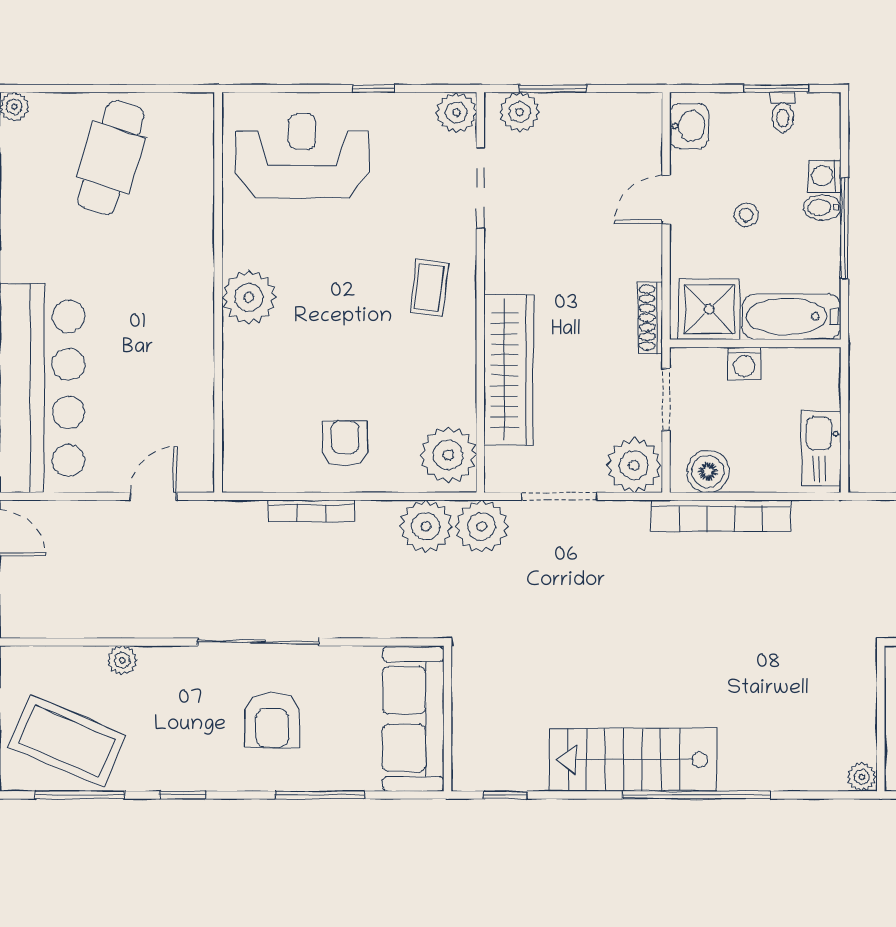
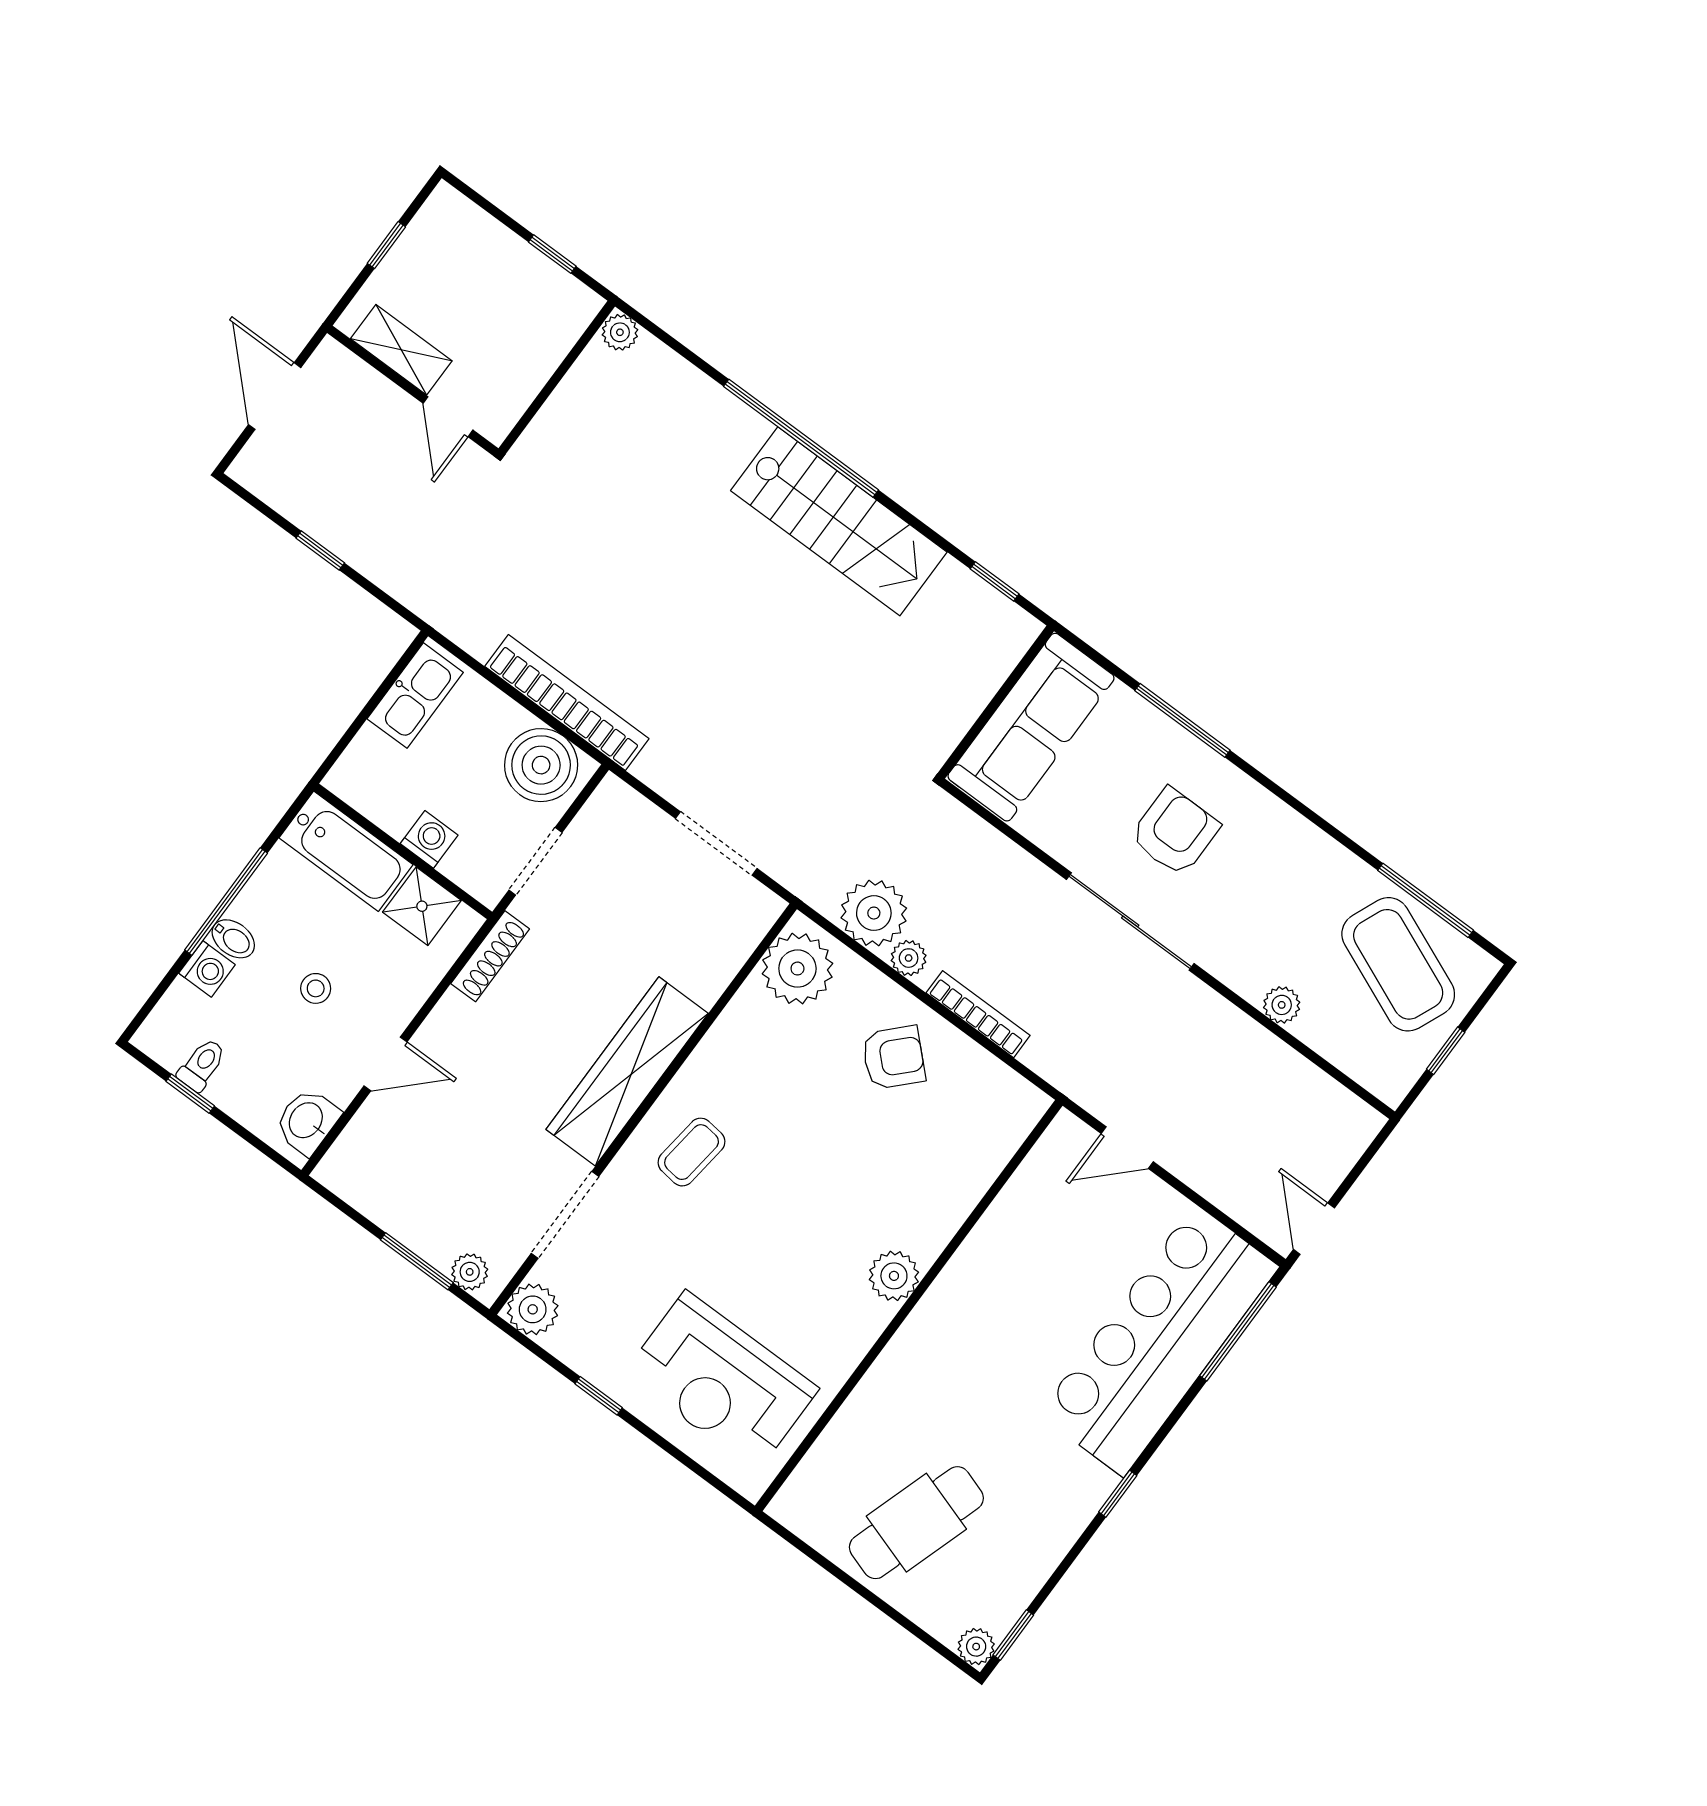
window: (777, 88) -> (190, 1094), width x0.67
plant: (520, 112) -> (470, 1272), width x0.73, depth x0.73
plant: (249, 297) -> (894, 1276), width x0.73, depth x0.73
shower: (709, 309) -> (422, 906), width x0.73, depth x0.73
wardrobe: (508, 370) -> (627, 1071), moved
armchair: (345, 444) -> (894, 1057), turned -136
plant: (634, 465) -> (617, 819), removed
boiler: (708, 471) -> (541, 765), width x1.37, depth x1.37
plant: (482, 526) -> (909, 958), moved, width x0.53, depth x0.53
window: (183, 795) -> (1321, 823), removed

